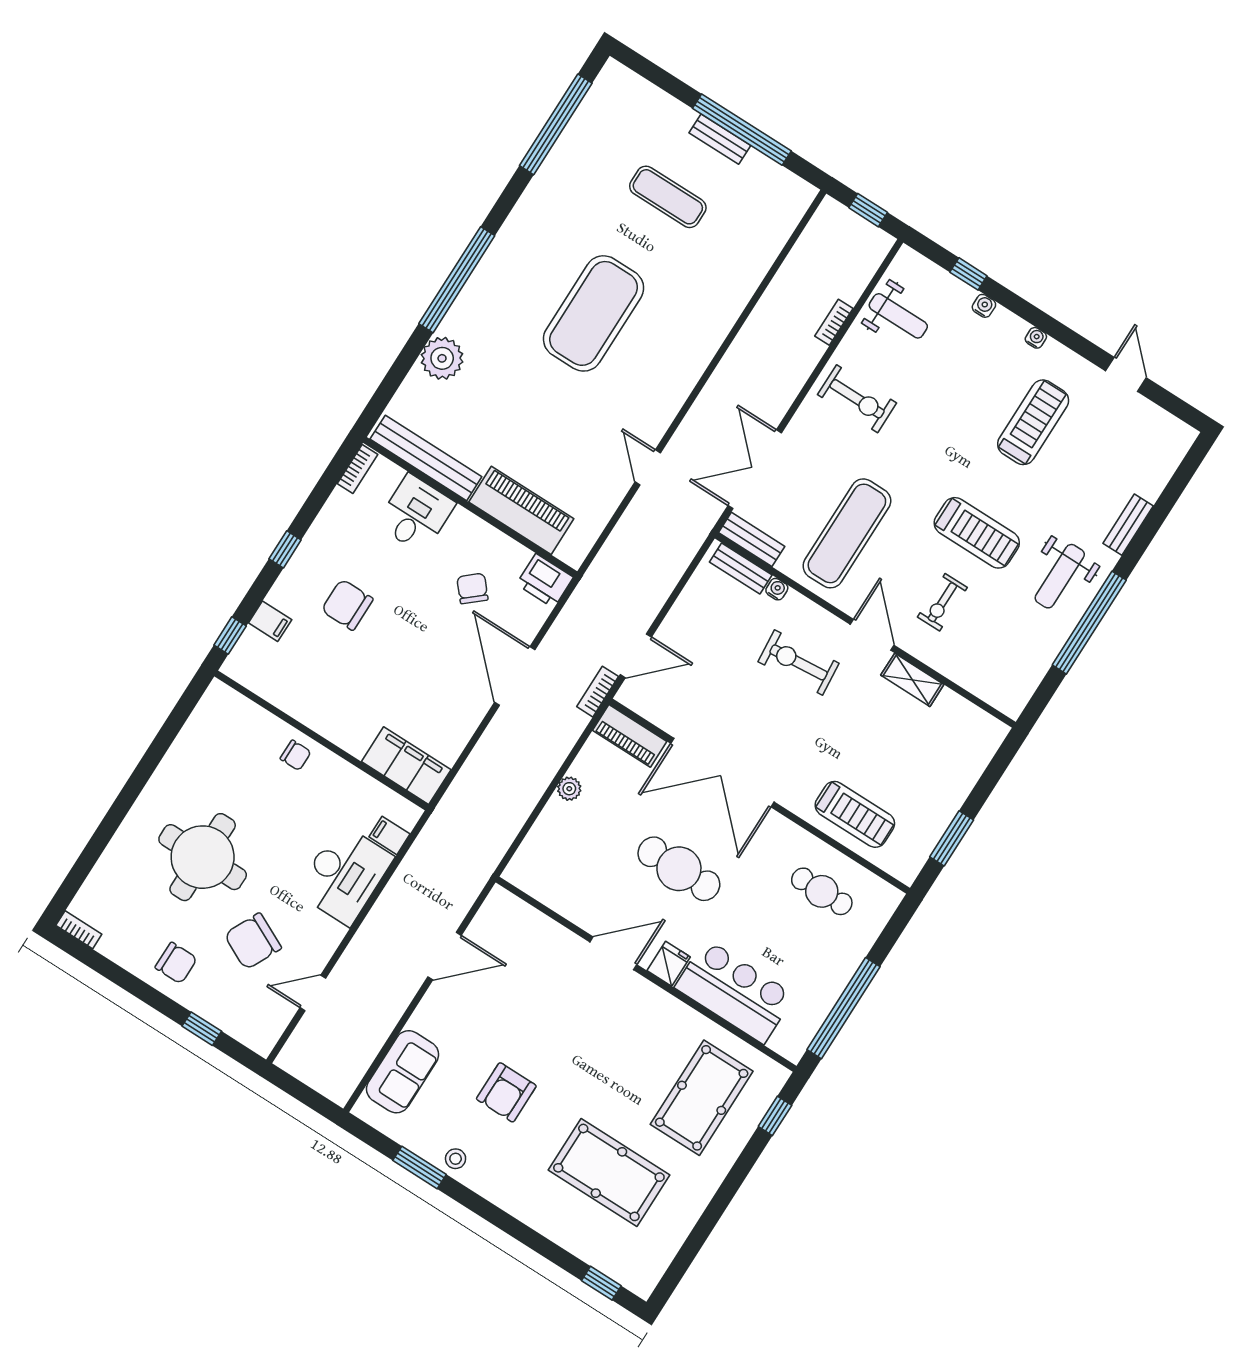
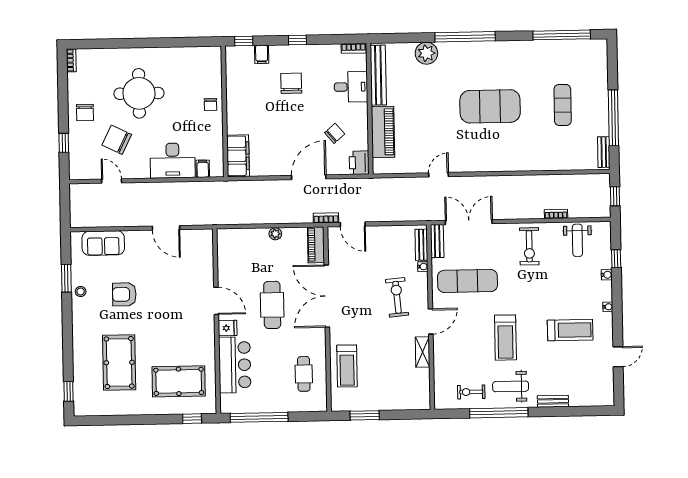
bench: (720, 139) -> (604, 152), moved
exercise bike: (942, 602) -> (471, 392), moved

